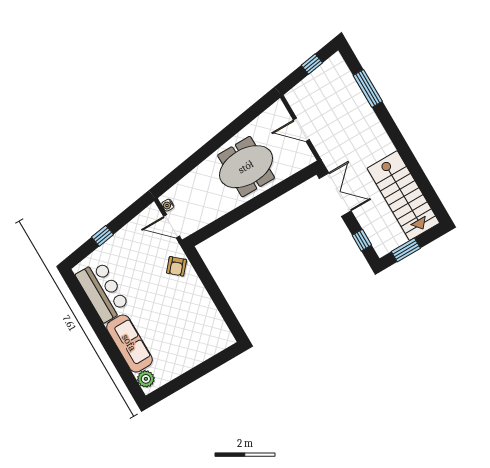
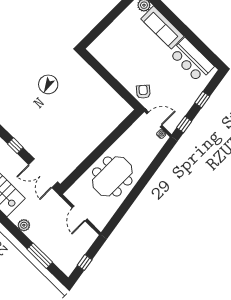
door: (301, 130) -> (80, 213), swing flipped
plant: (378, 134) -> (24, 225), added
window: (134, 210) -> (184, 124), added

